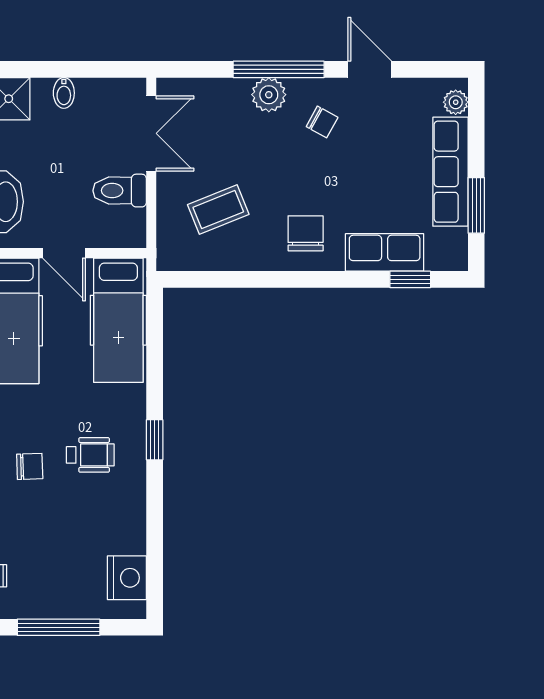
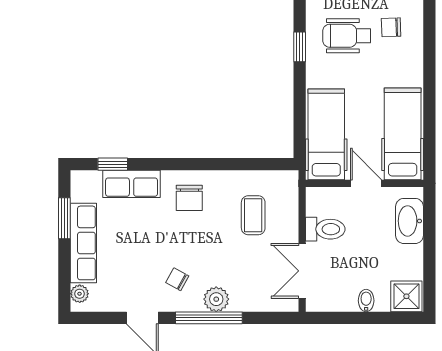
coffee table: (218, 210) -> (253, 215), turned -68
wheelchair: (90, 455) -> (347, 36), width x1.36, depth x1.37

